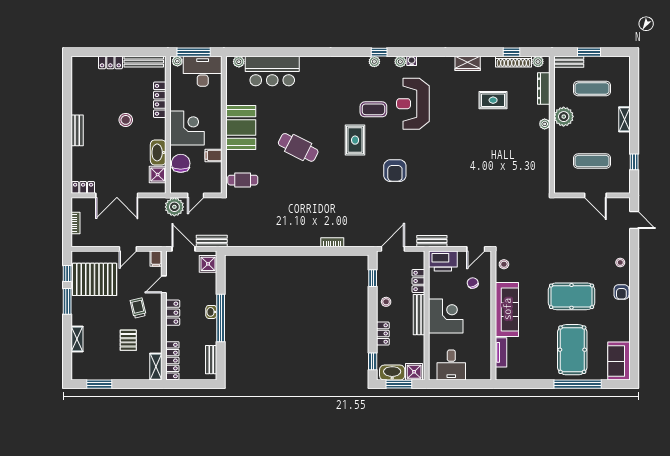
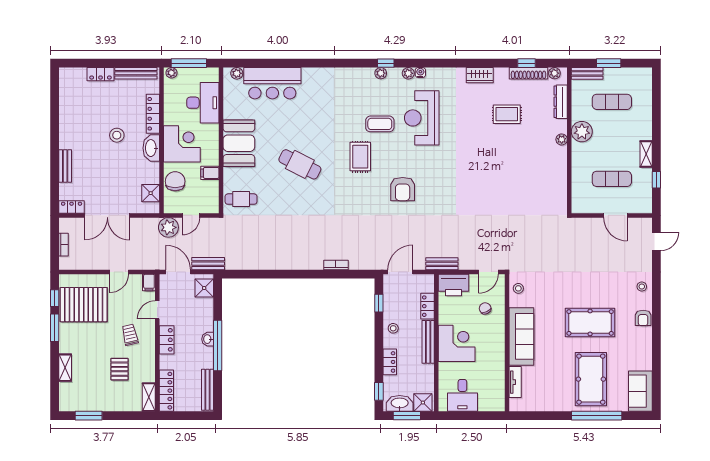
desk: (203, 71) -> (203, 103), moved, turned 90
shelving: (624, 119) -> (646, 154), moved
bench: (77, 130) -> (65, 166), moved
washbasin: (158, 152) -> (151, 148), moved
door: (634, 220) -> (656, 241), hinge flipped
bench: (211, 360) -> (207, 390), width x1.36

